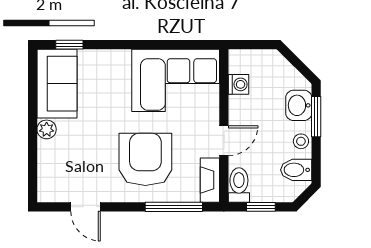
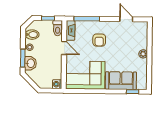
sofa: (57, 84) -> (121, 81), moved, turned 90
washing machine: (238, 84) -> (57, 84), moved
door: (224, 141) -> (64, 48), swing flipped
armchair: (145, 159) -> (99, 40), width x0.53, depth x0.53

